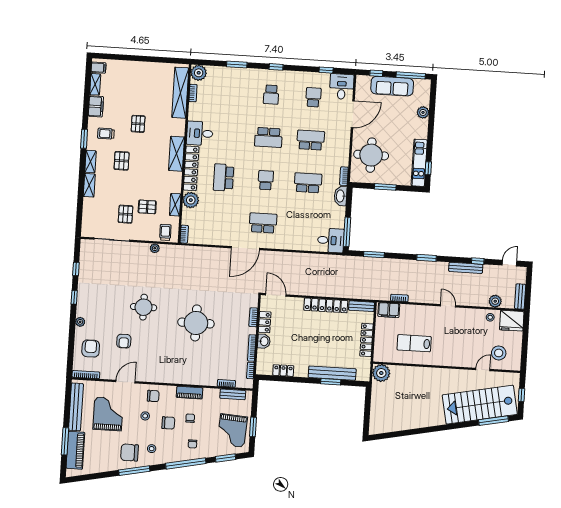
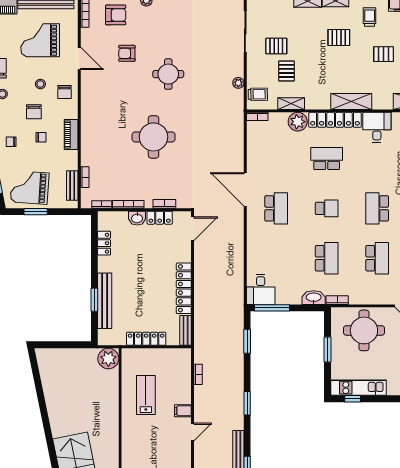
filing cabinet: (389, 310) -> (183, 411), moved, width x0.50
grand piano: (108, 414) -> (40, 40), turned 180

